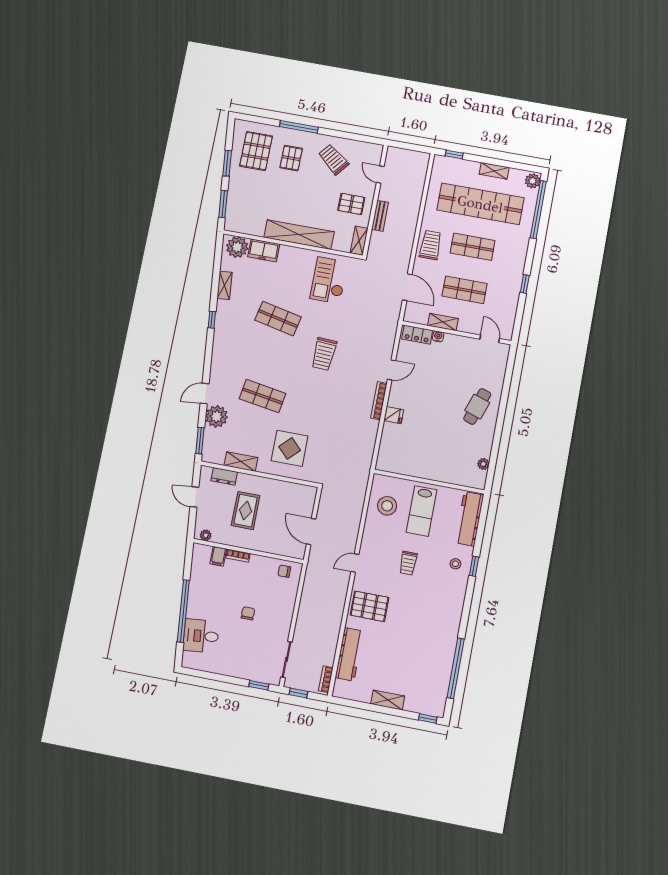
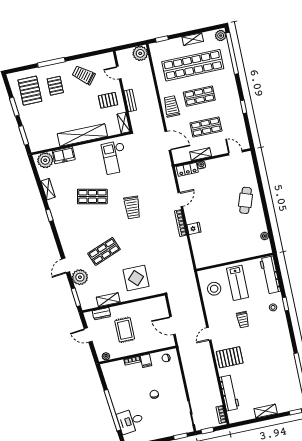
plant: (418, 162) -> (140, 53), added
shop shelf: (263, 396) -> (104, 251), turned -30
filing cabinet: (218, 556) -> (146, 361), moved

